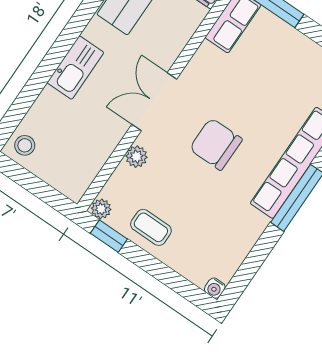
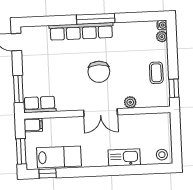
kitchen sink: (75, 68) -> (124, 157), moved
plant: (101, 209) -> (162, 37), moved

